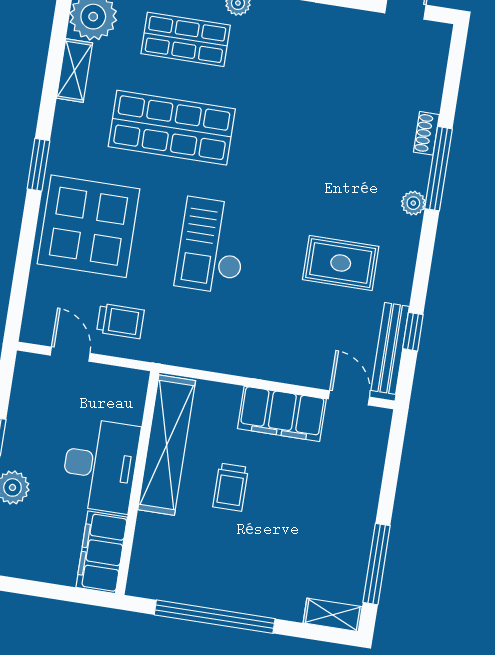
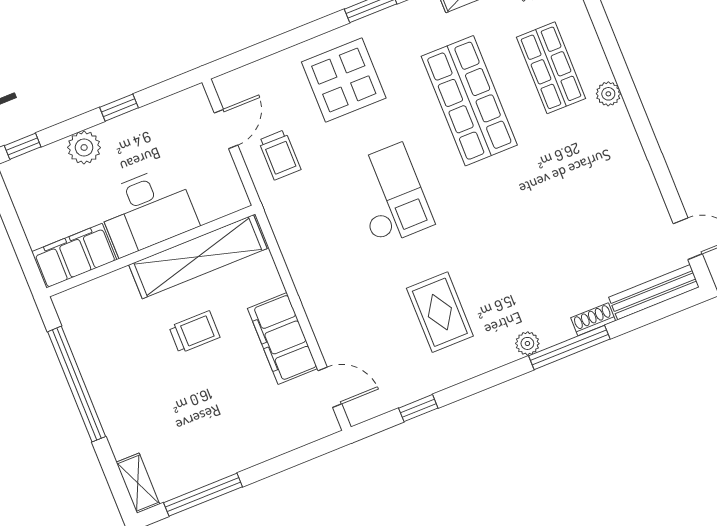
display table: (89, 226) -> (344, 80), width x0.73, depth x0.73
checkout: (212, 246) -> (390, 195), turned 90
bench: (390, 348) -> (654, 292), moved
door: (349, 398) -> (330, 387), hinge flipped
trolley: (231, 487) -> (194, 332), turned 180

